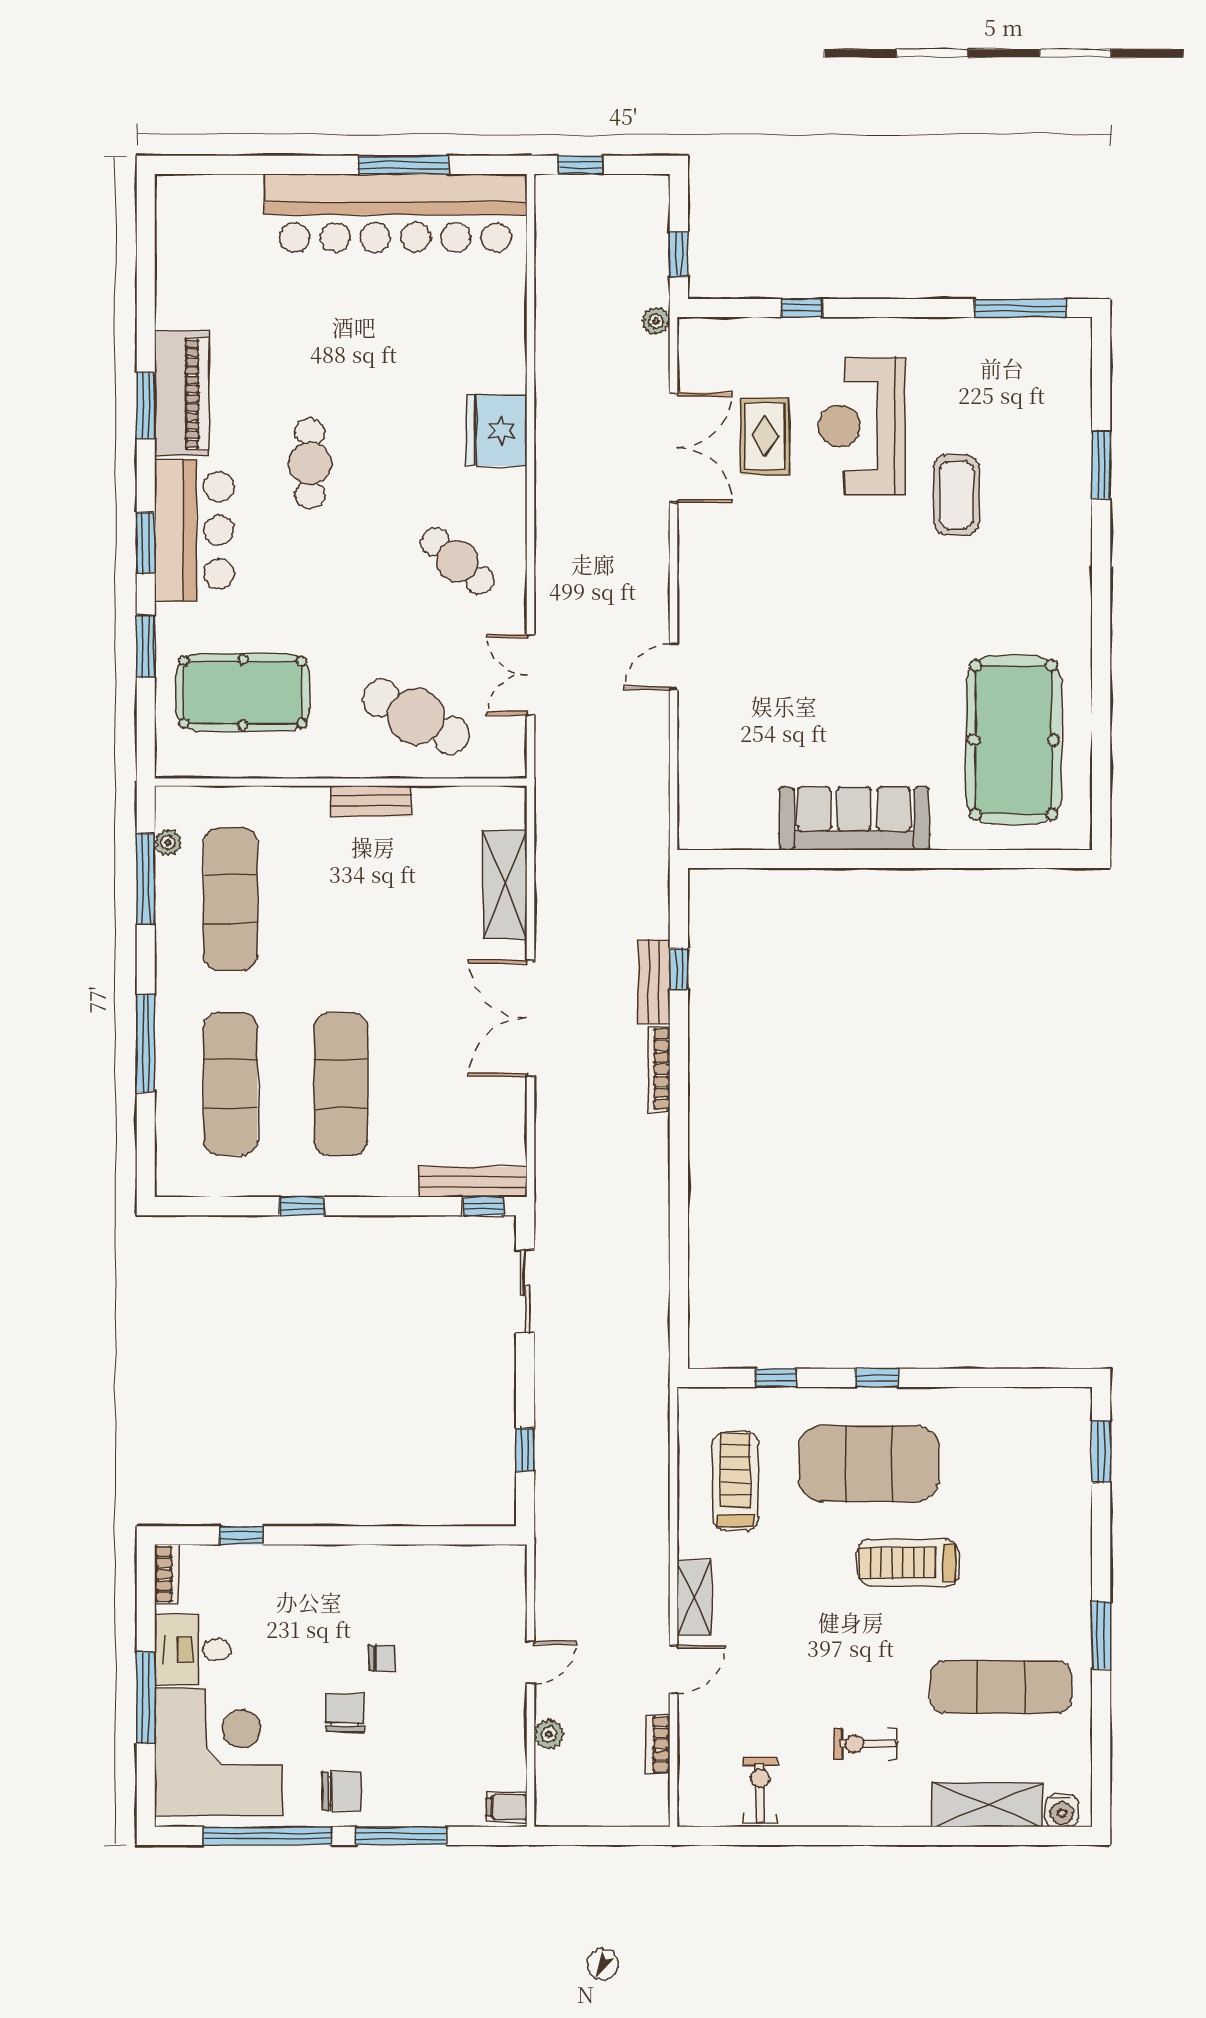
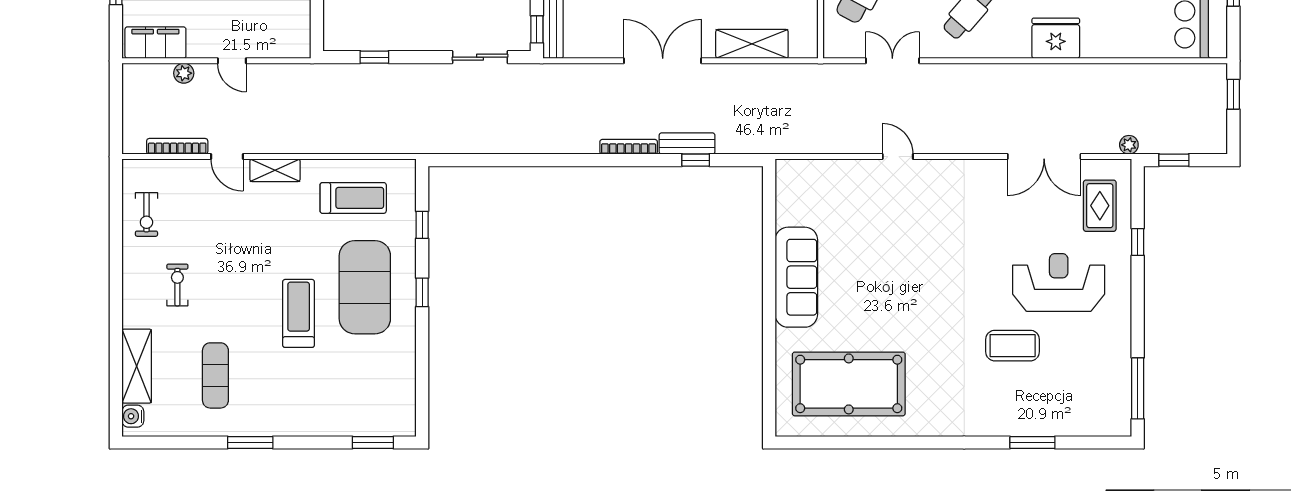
rug: (765, 436) -> (1100, 206), moved, turned 90
exercise mat: (1001, 1687) -> (215, 375), width x0.73, depth x0.69
bookcase: (658, 1744) -> (177, 146), width x1.56
exercise bike: (760, 1790) -> (146, 214), turned 90
filing cabinet: (507, 1807) -> (155, 43), width x3.00, depth x1.17

